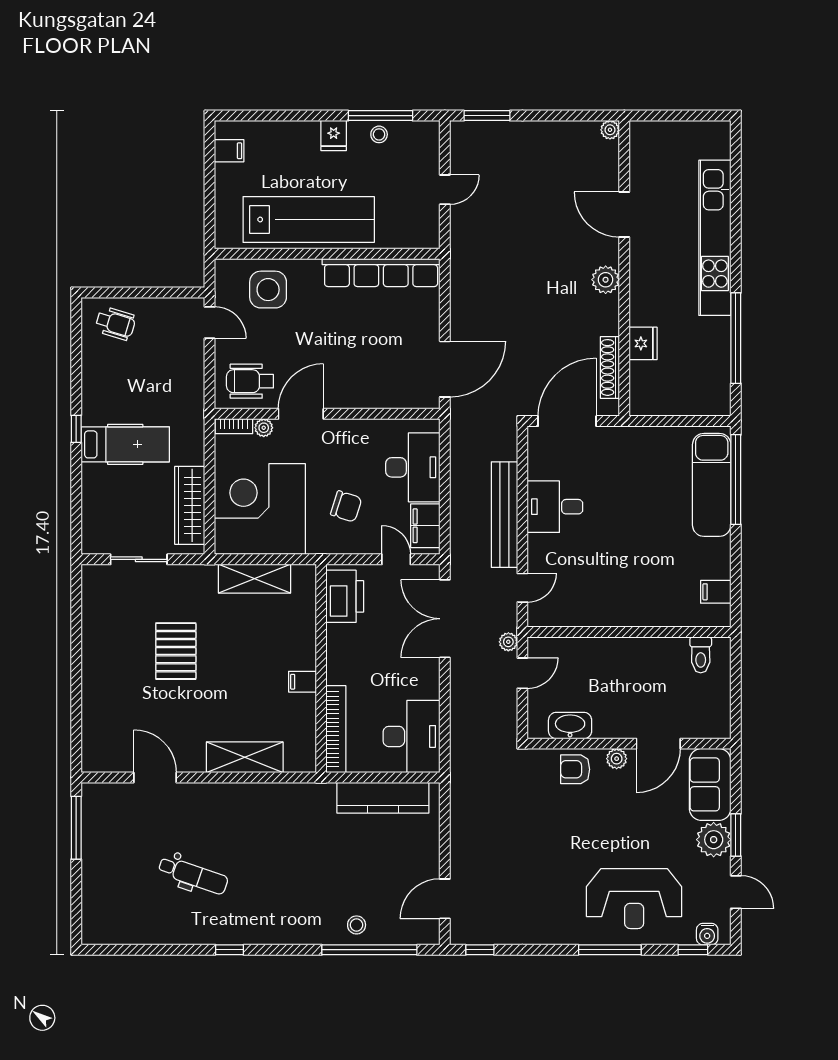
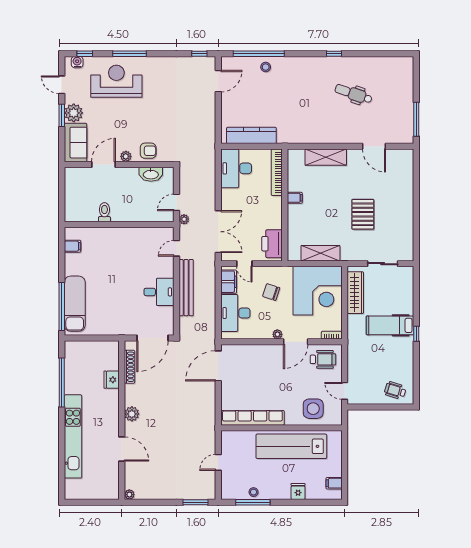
fridge: (334, 136) -> (298, 491), moved
plant: (264, 428) -> (277, 334), moved
toilet: (701, 655) -> (104, 212), moved

